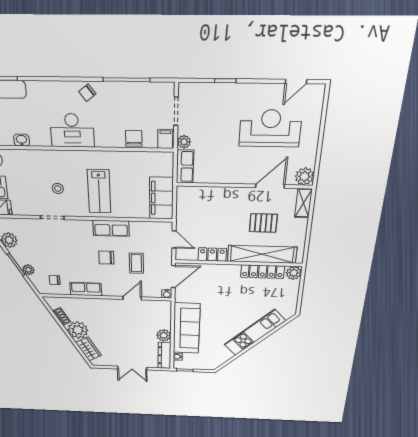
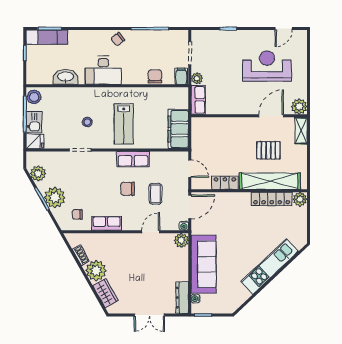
washbasin: (22, 140) -> (65, 77), width x1.91, depth x1.45
plant: (28, 270) -> (55, 197), width x1.88, depth x1.88
plant: (164, 335) -> (181, 240), moved

